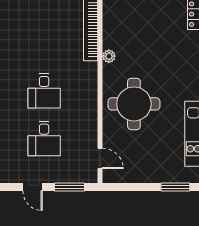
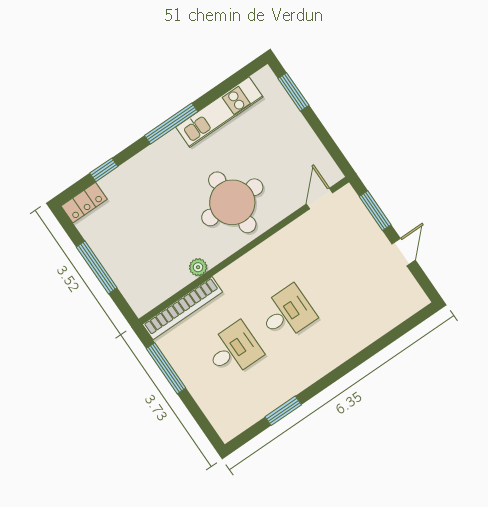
desk: (44, 138) -> (234, 350), moved

